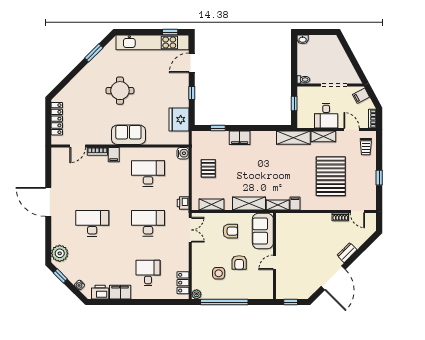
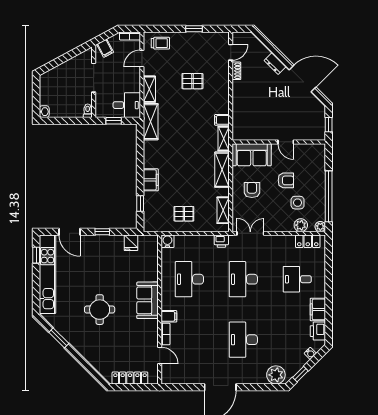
desk: (326, 116) -> (127, 105), moved
fridge: (179, 120) -> (131, 243), width x0.53, depth x0.75
pallet: (331, 176) -> (192, 81), width x0.49, depth x0.50
plant: (198, 276) -> (301, 225), added

